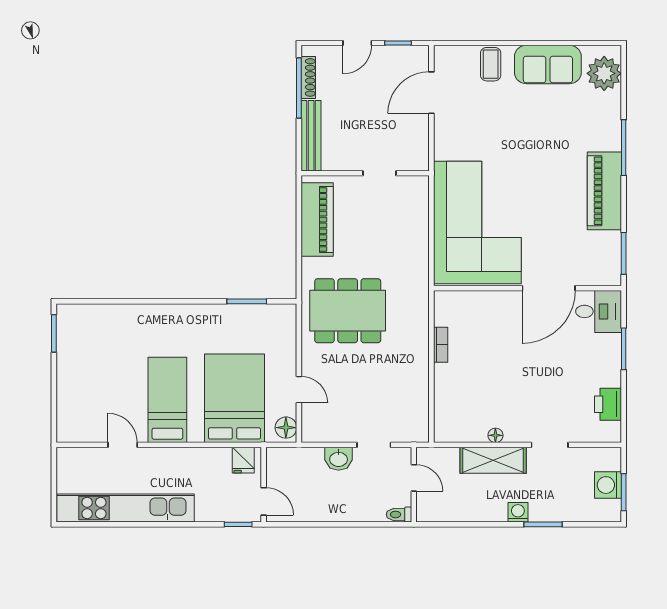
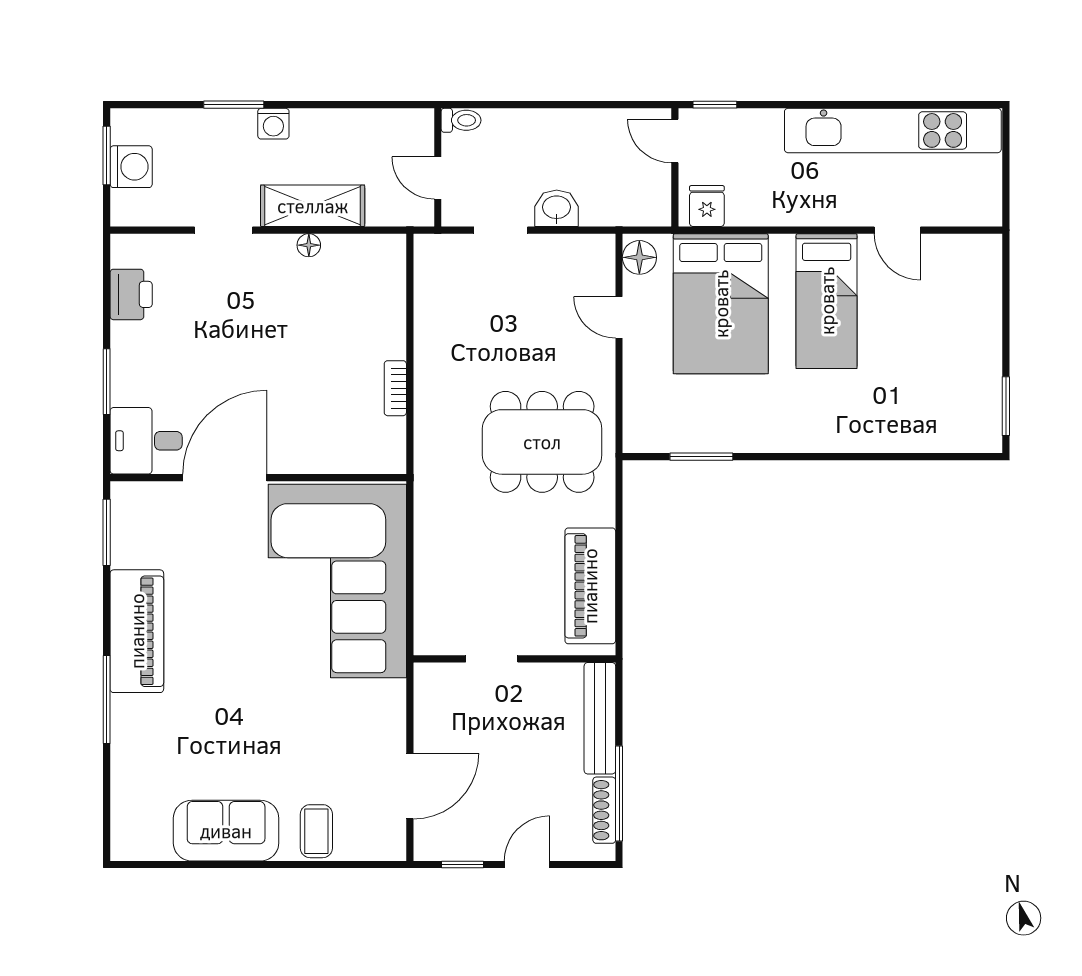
plant: (604, 73) -> (137, 816), removed

